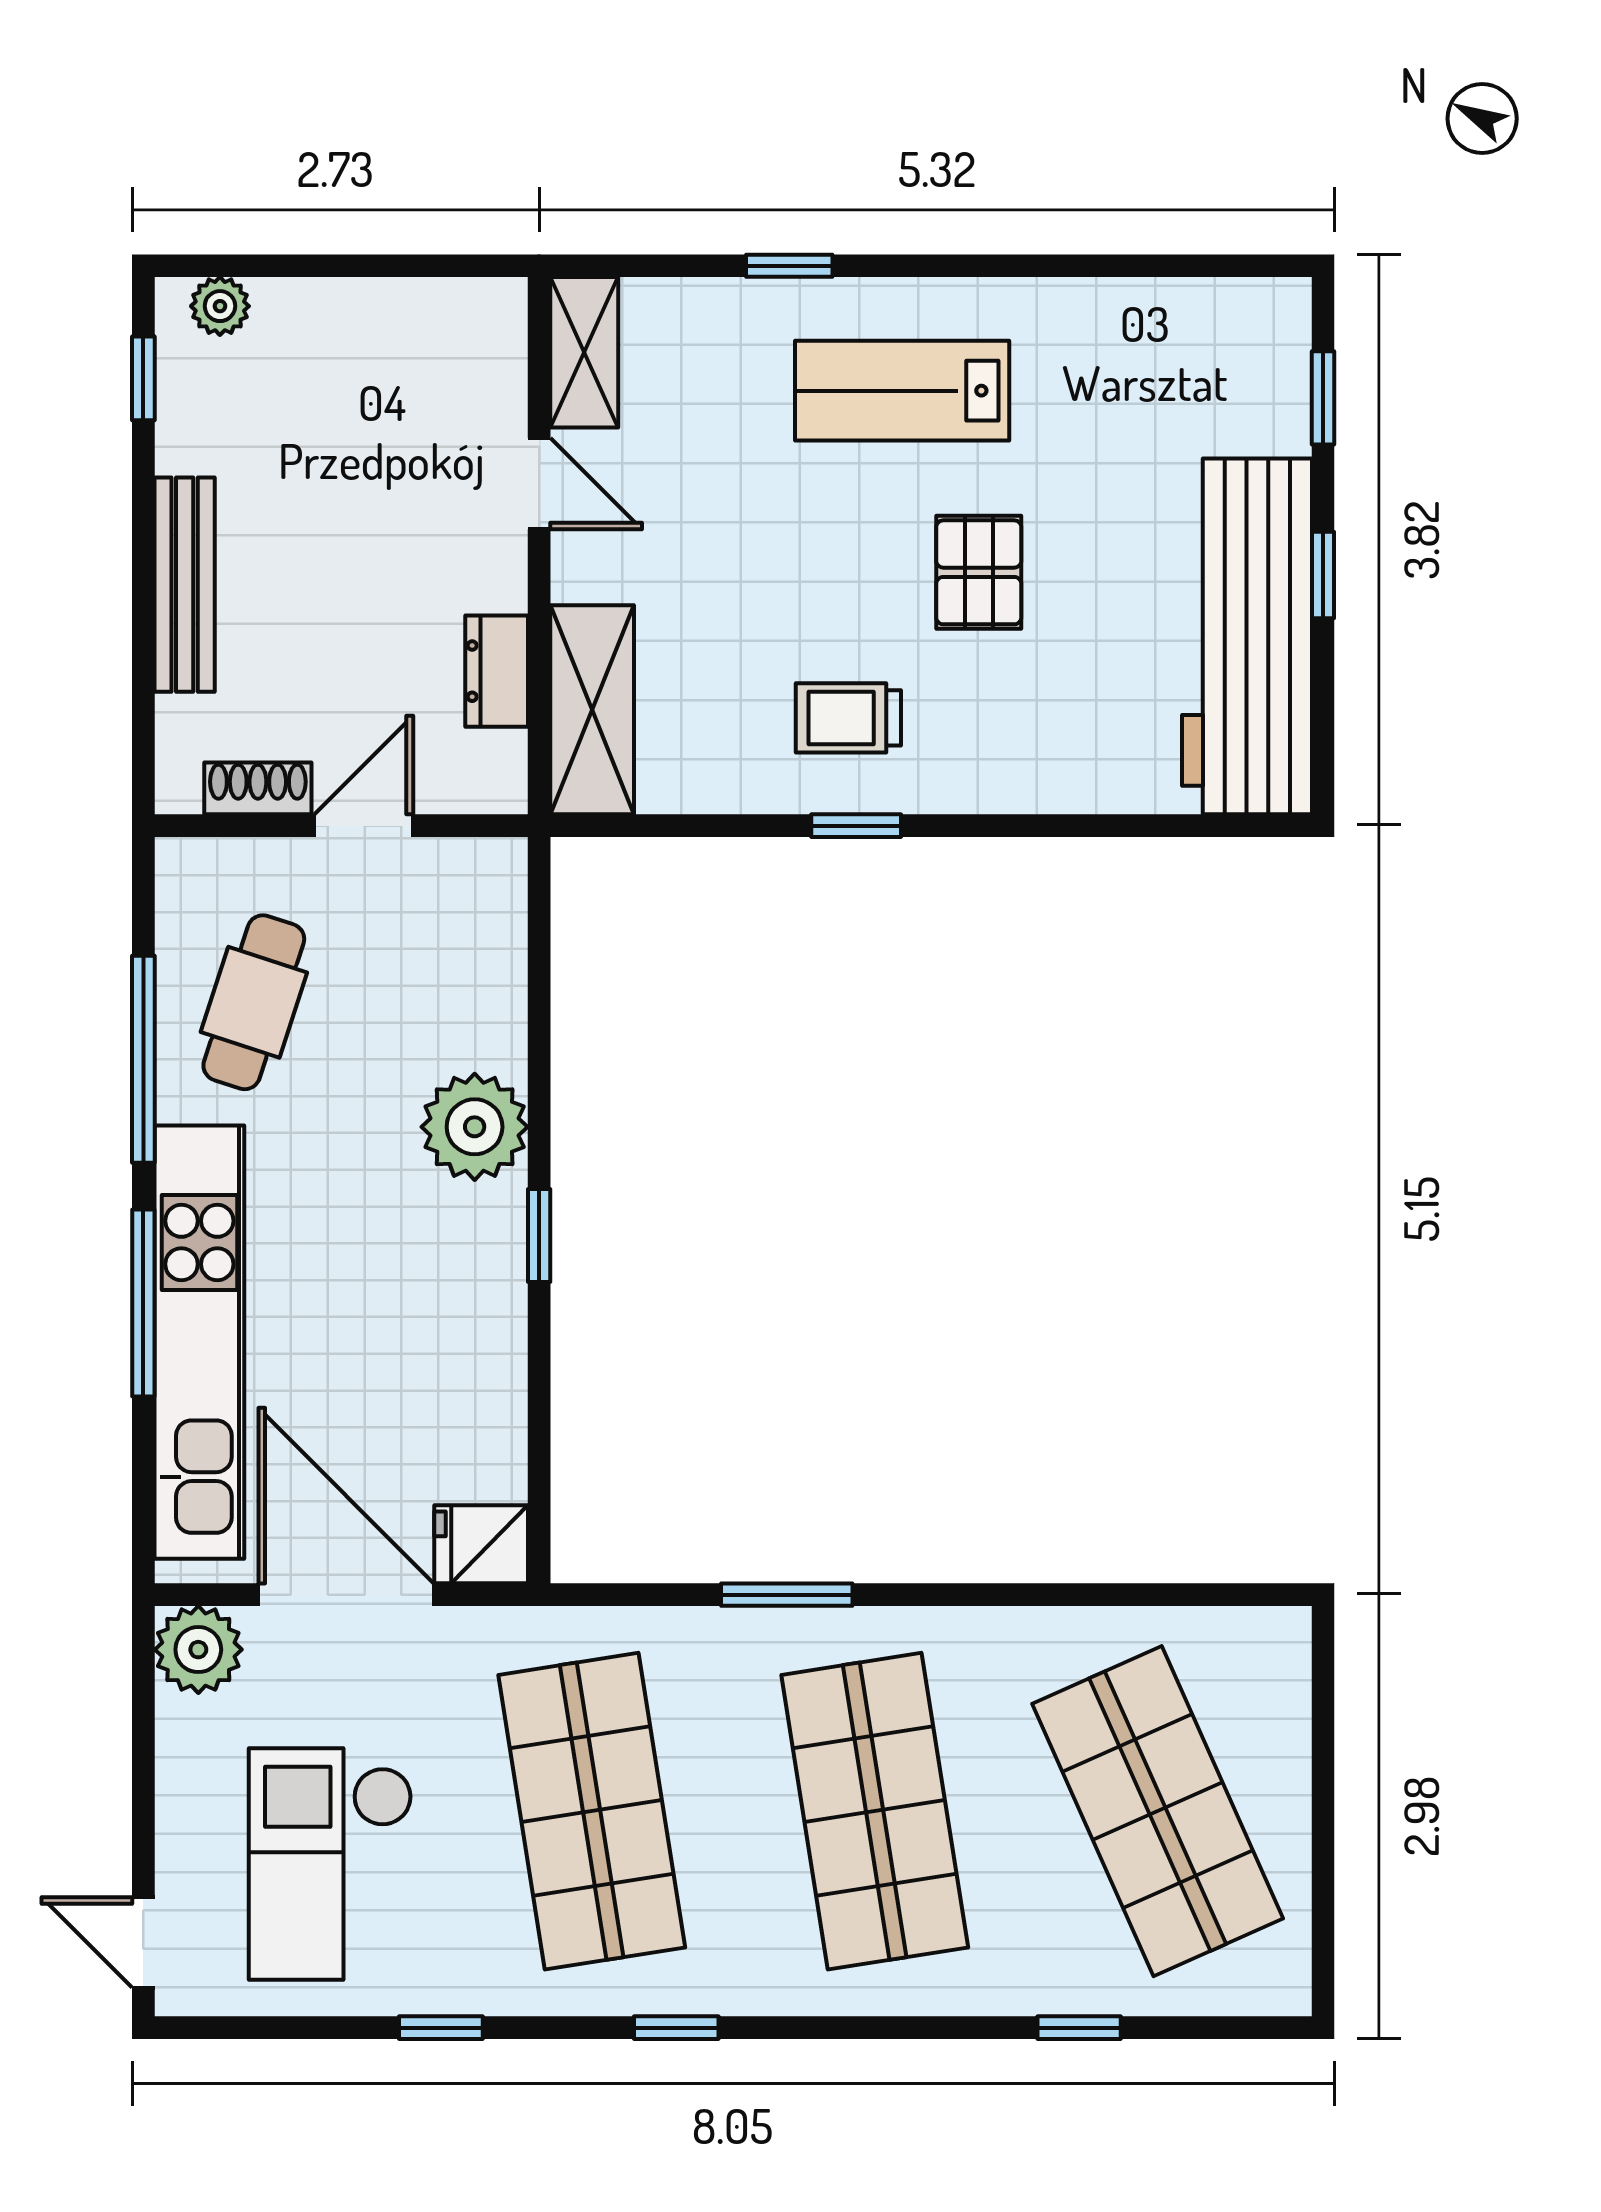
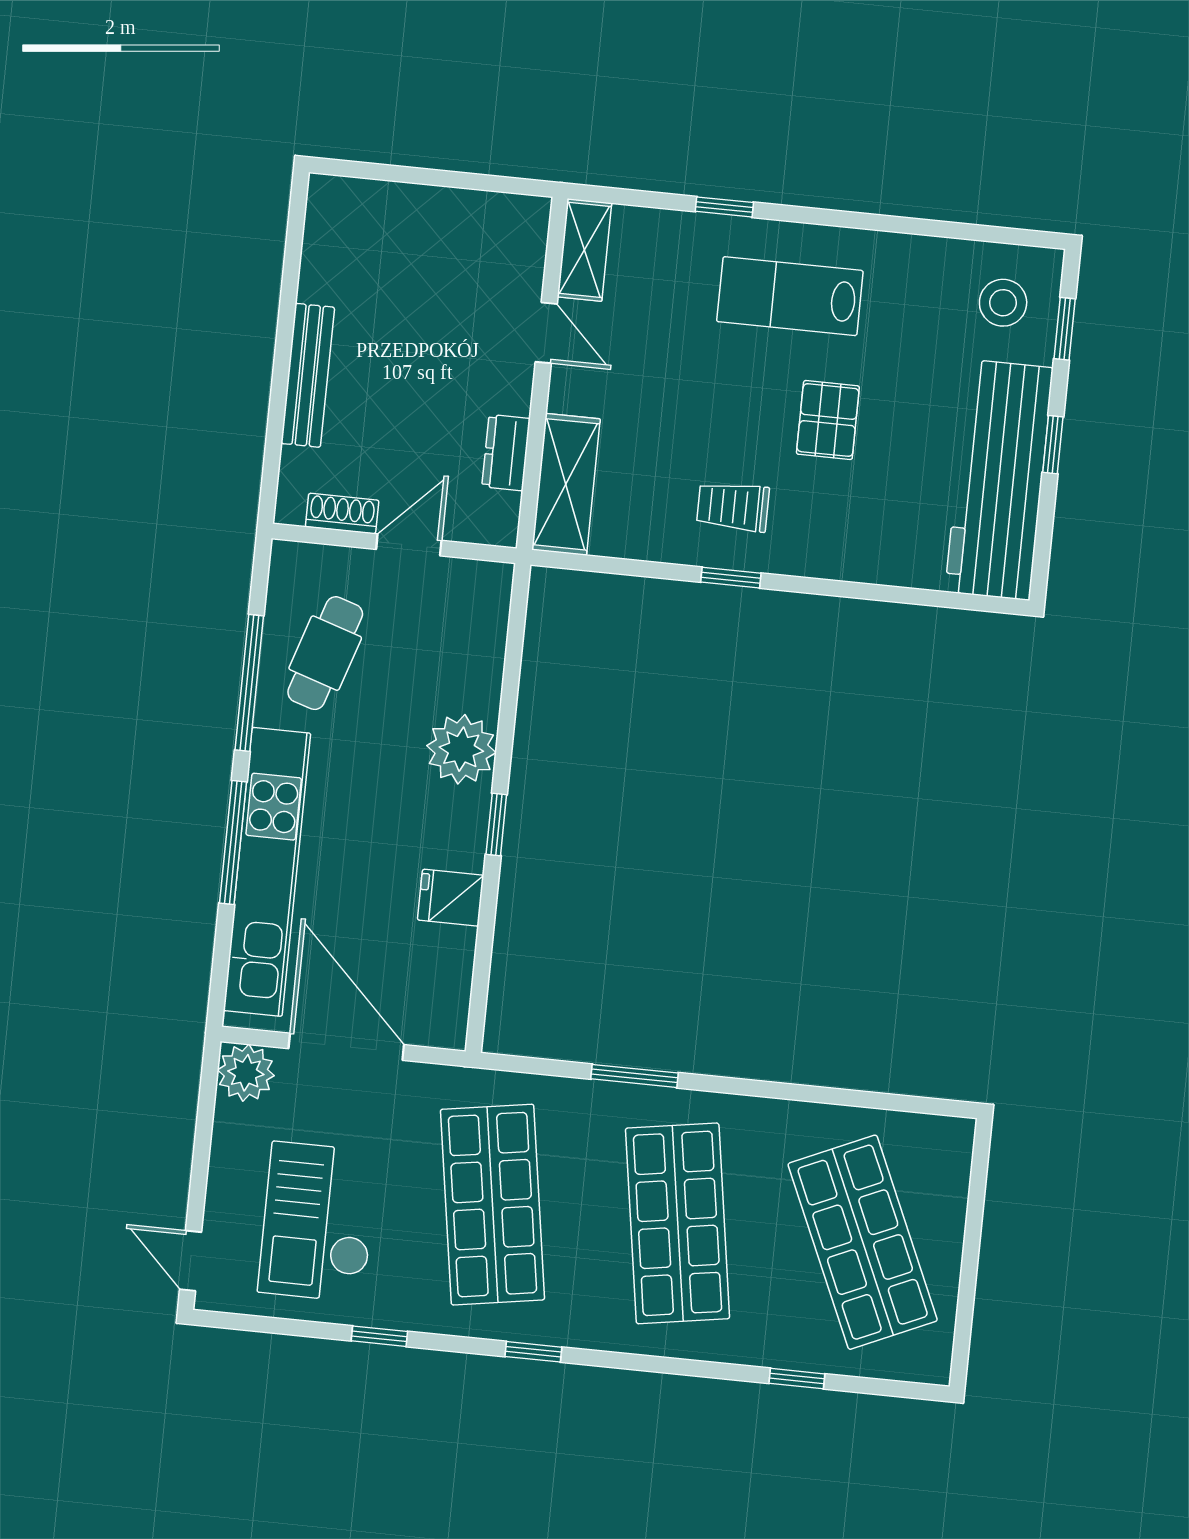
plant: (220, 306) -> (349, 195), removed
stool: (1226, 368) -> (1003, 303), added
window: (143, 378) -> (294, 238), removed
fridge: (481, 1544) -> (451, 898), moved

